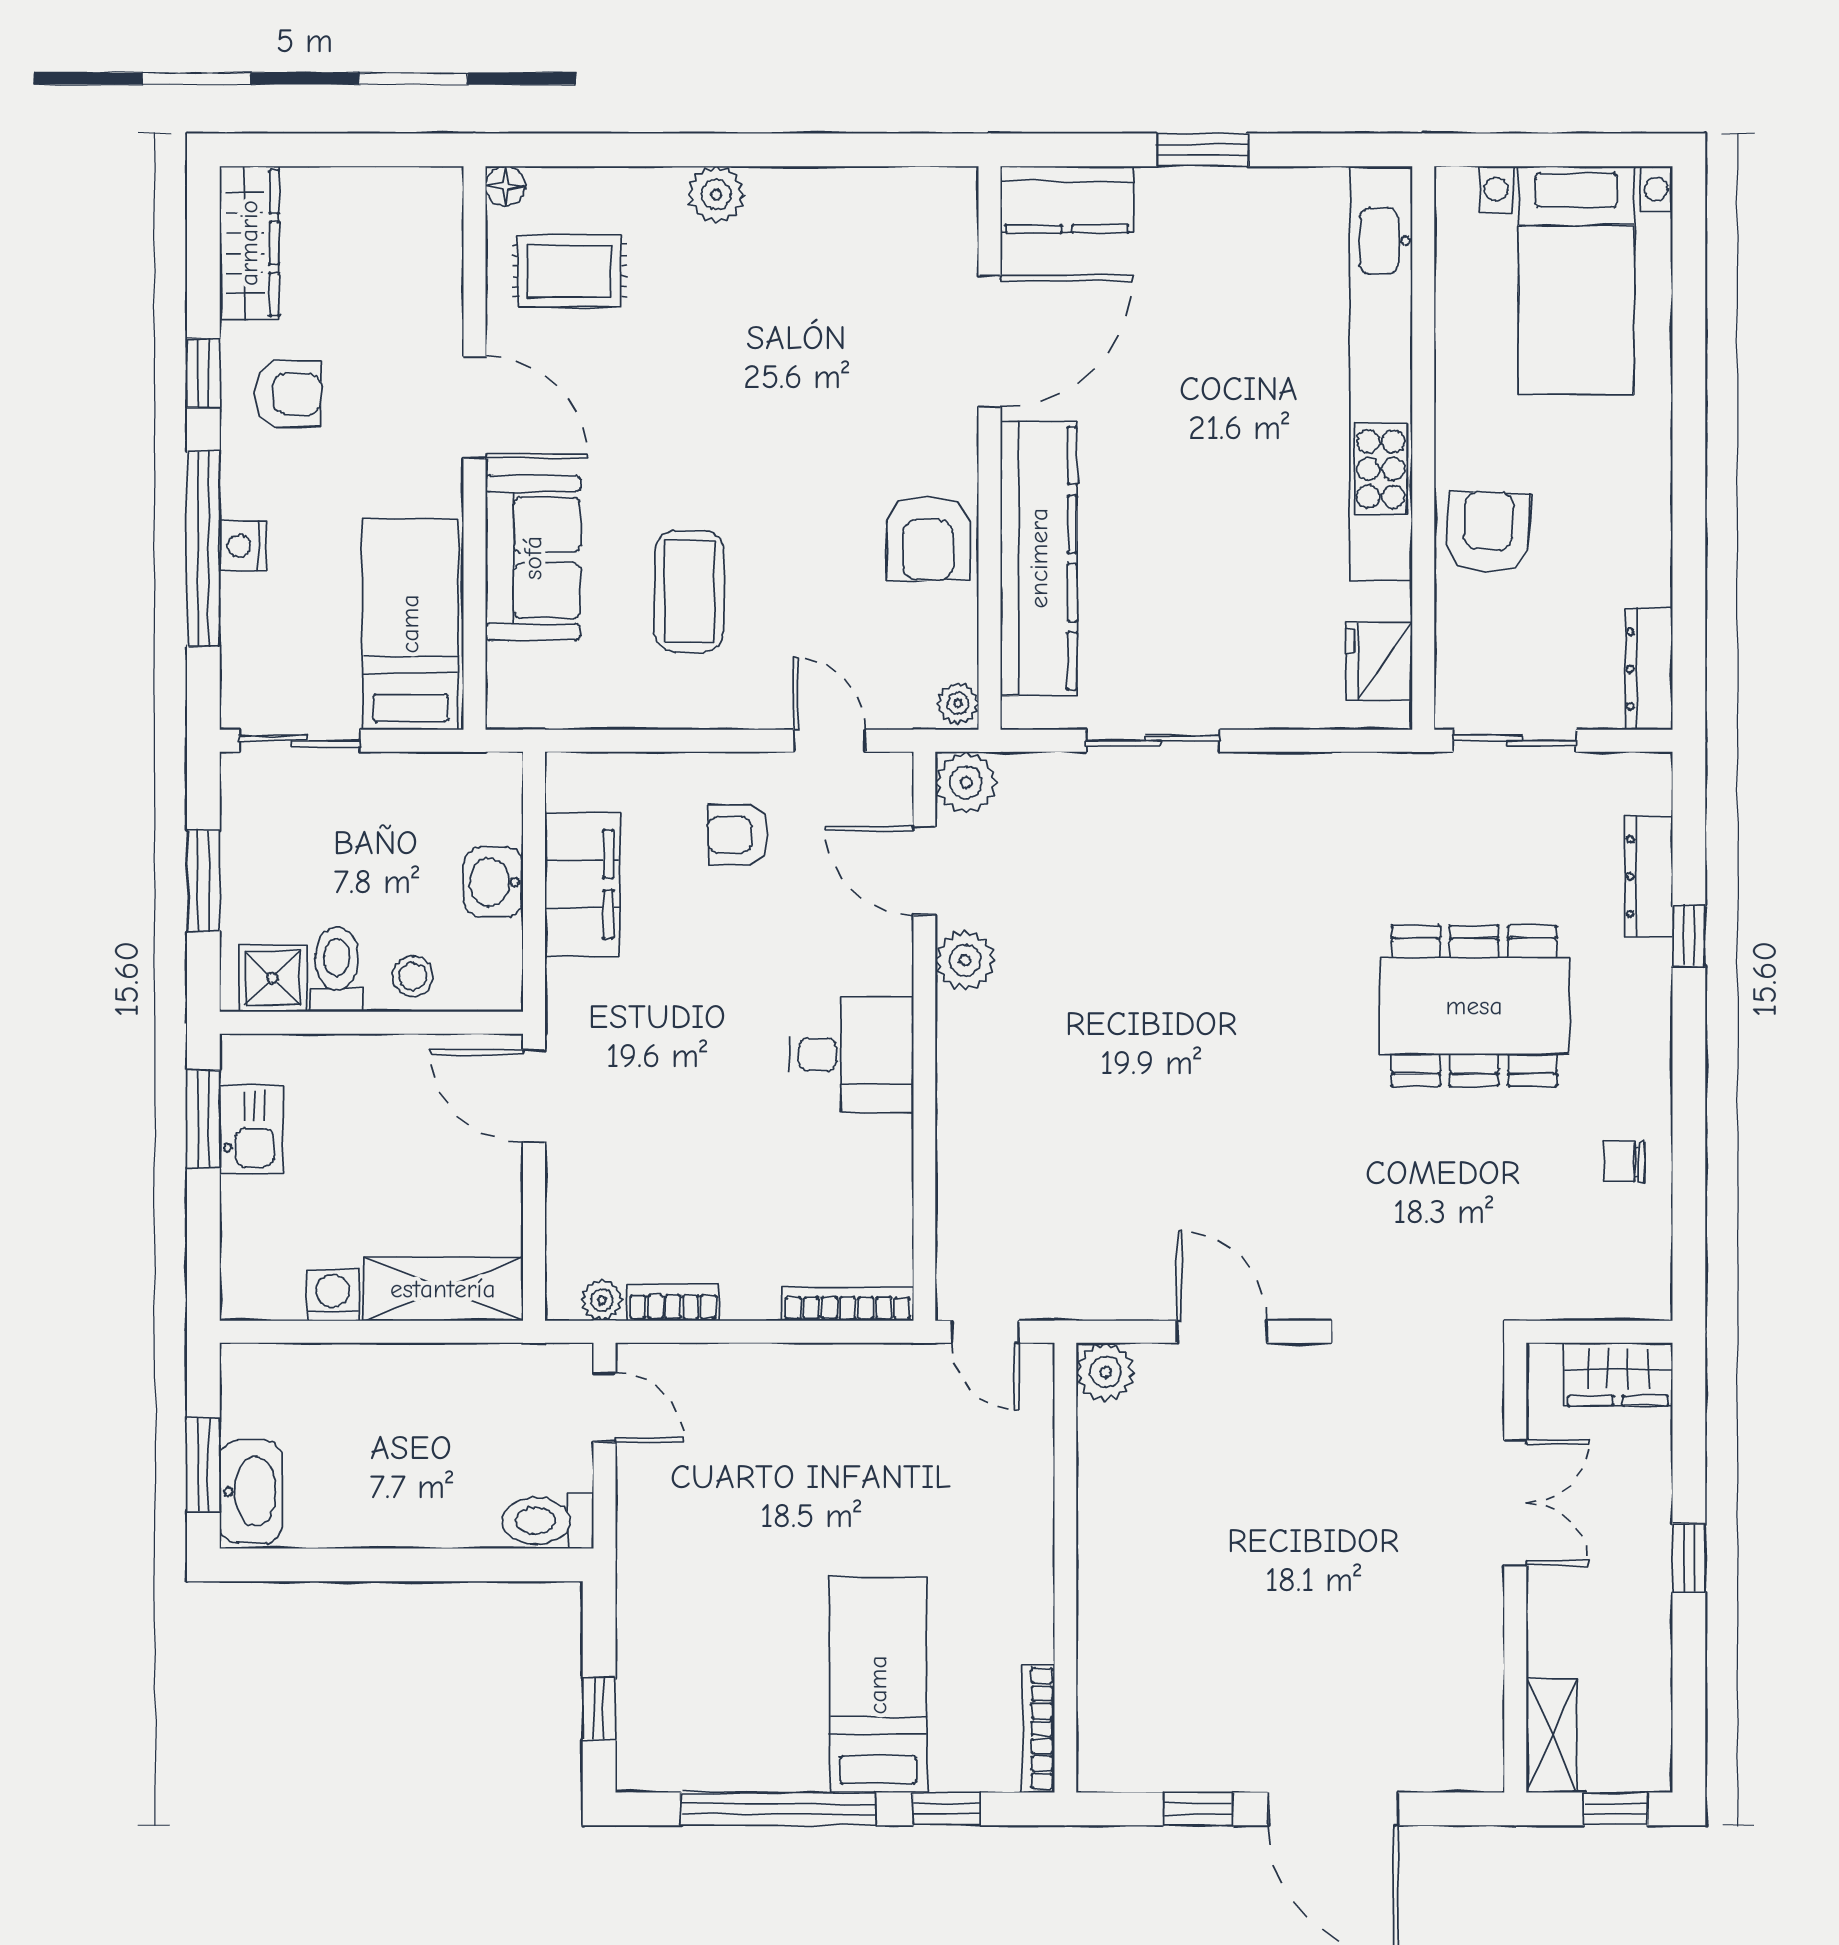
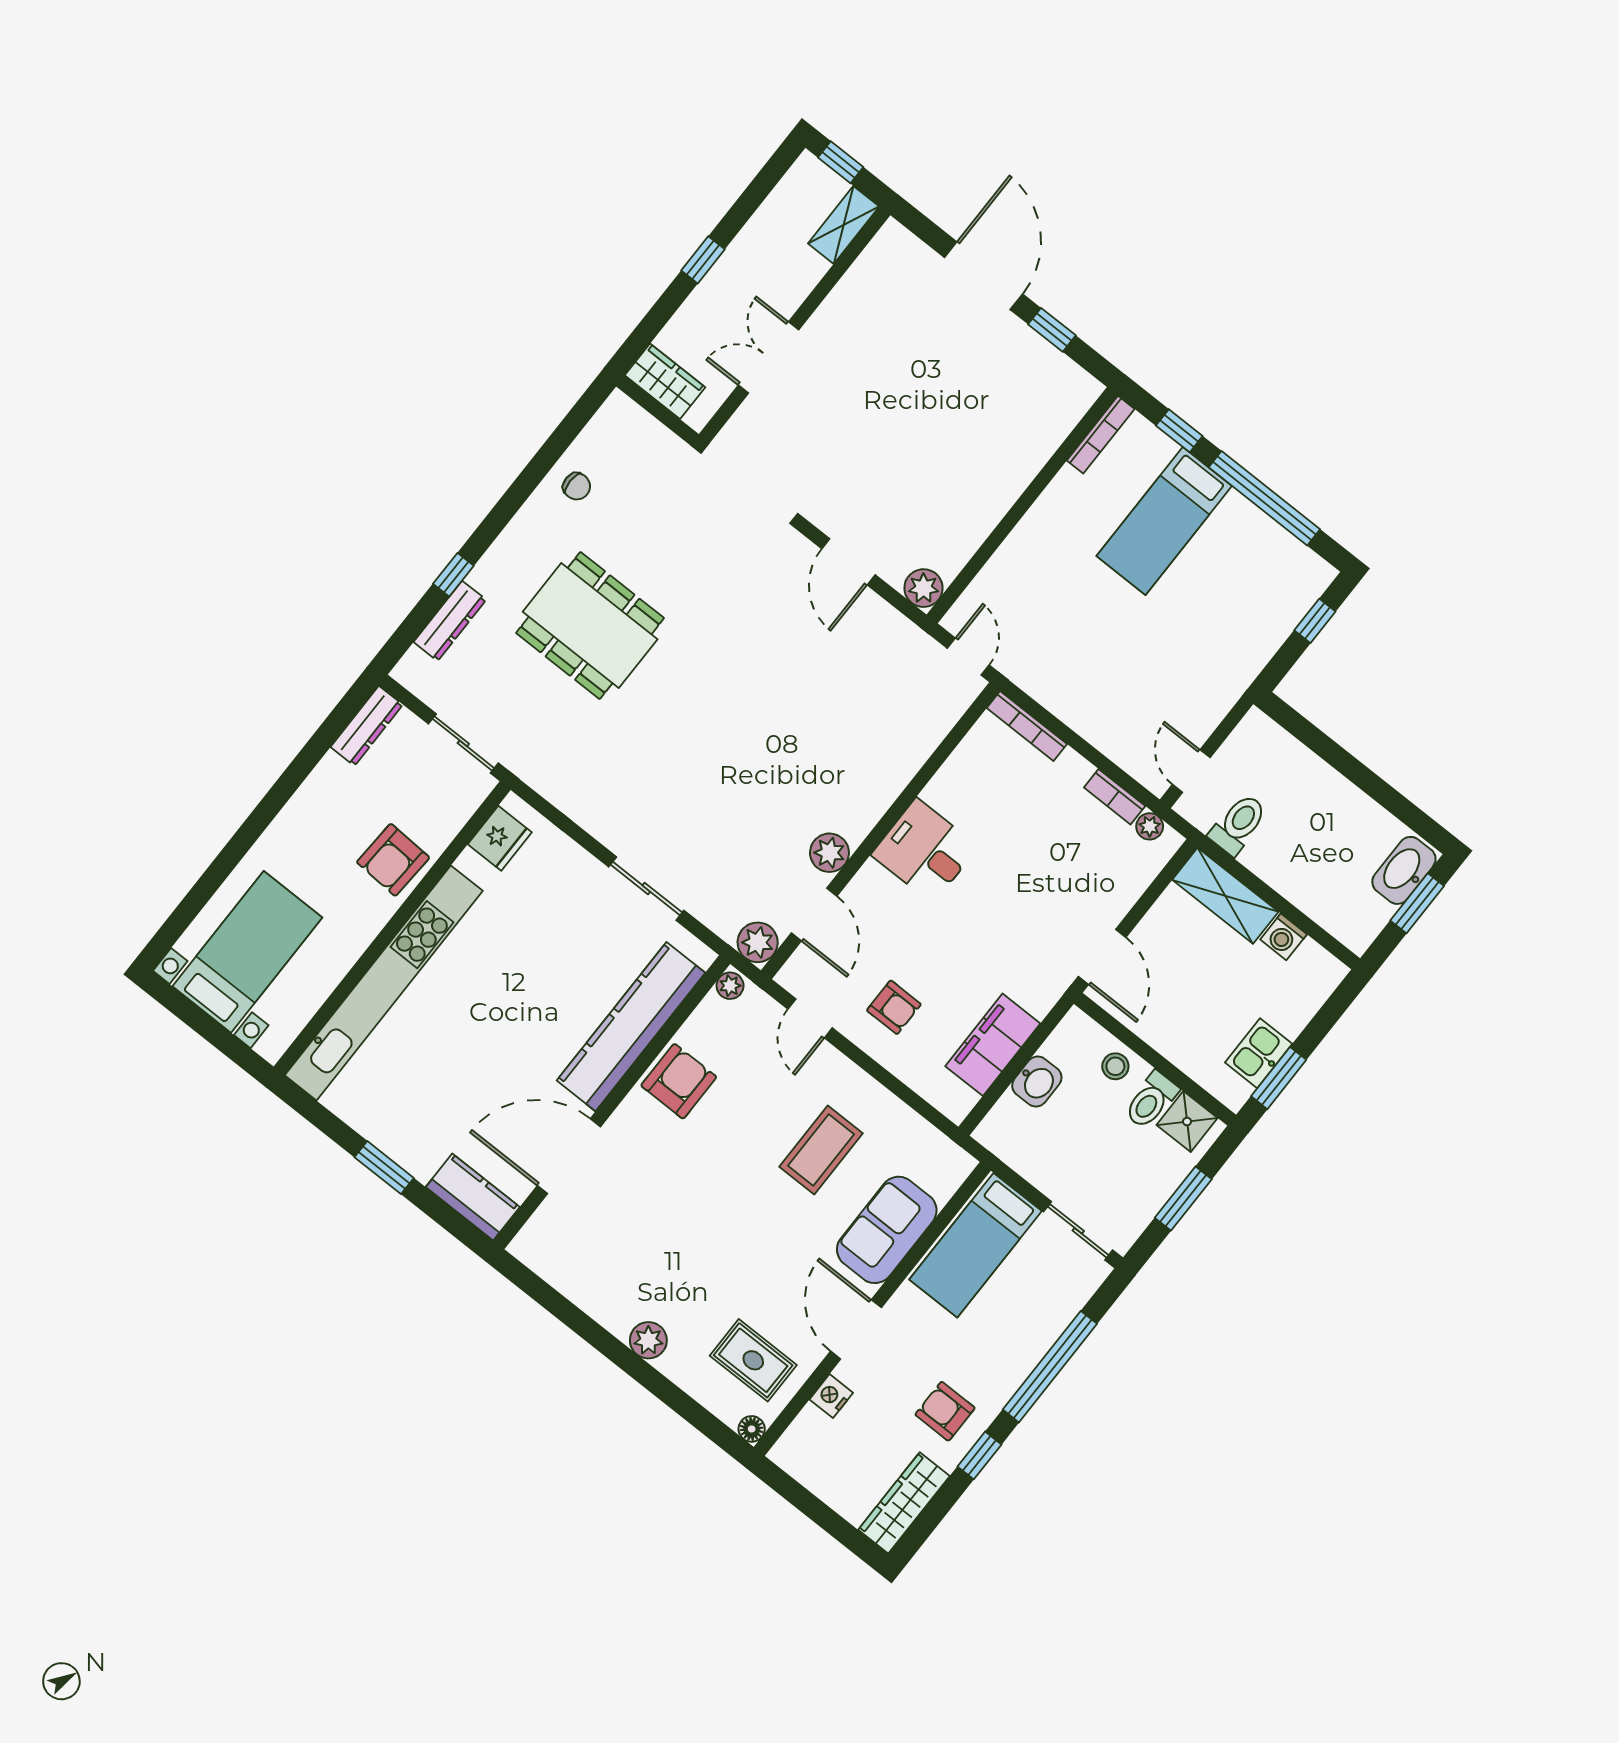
nightstand: (243, 546) -> (831, 1396), moved, turned 180
toilet: (548, 1521) -> (1238, 824), moved, turned -90

